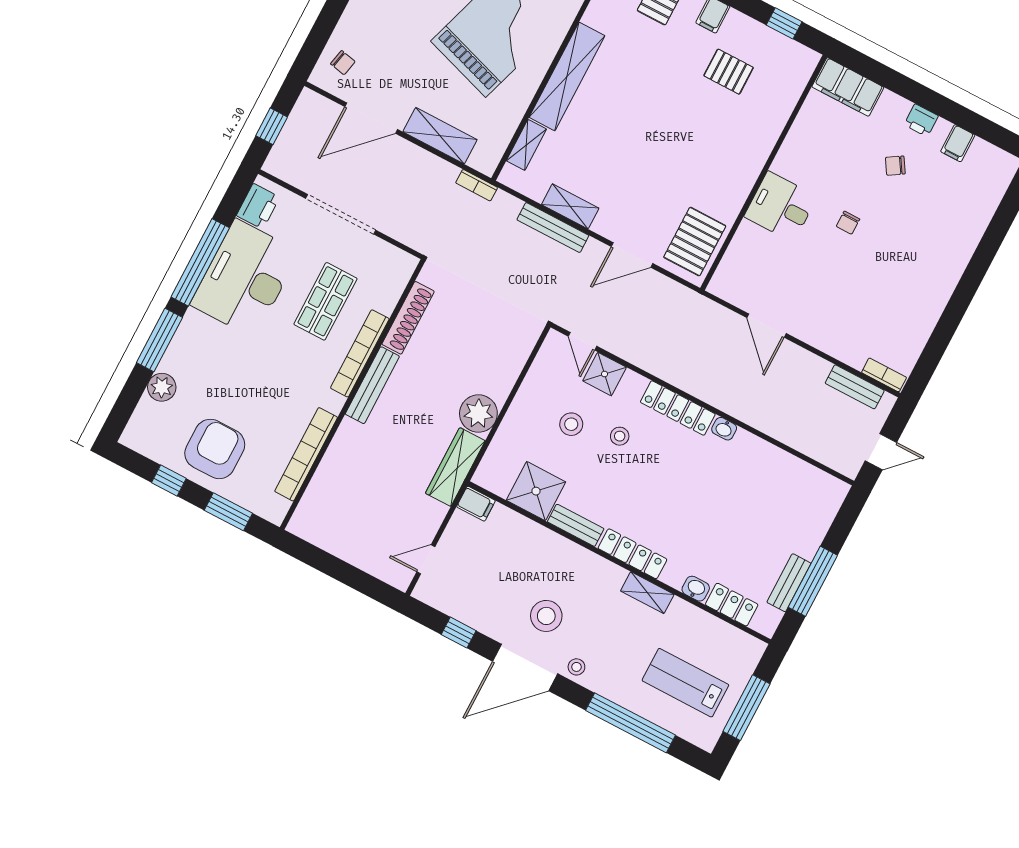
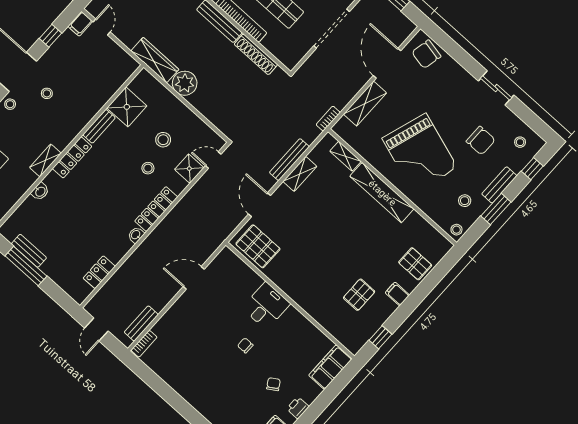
chair: (343, 63) -> (426, 54), width x1.87, depth x1.87
filing cabinet: (476, 504) -> (80, 24), moved
locker: (732, 605) -> (99, 272), moved, turned 180
stool: (546, 616) -> (47, 93), width x0.53, depth x0.53

